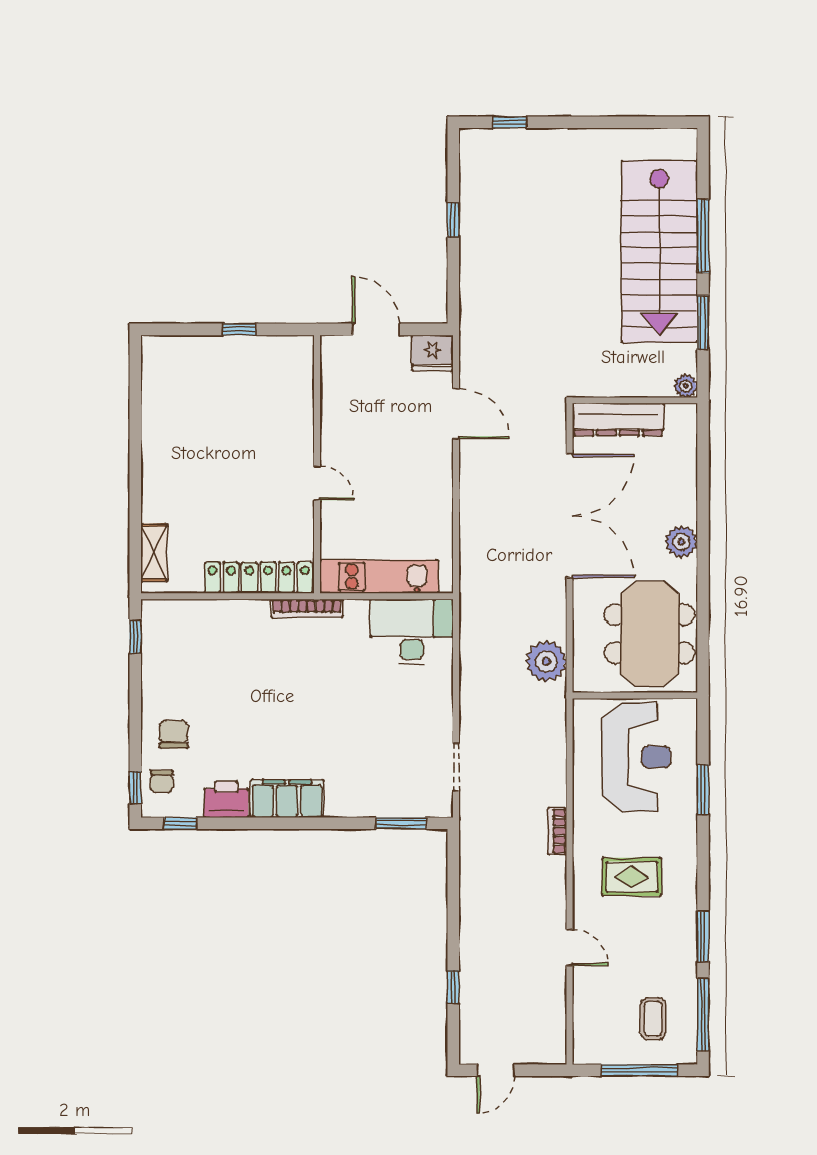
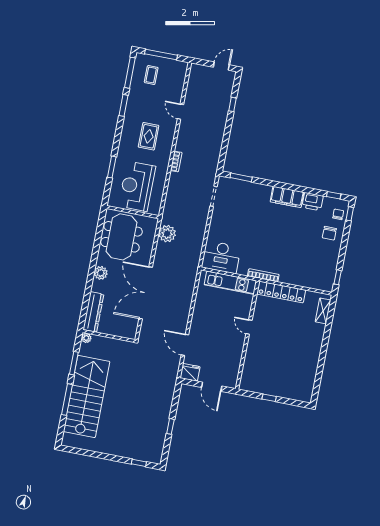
dresser: (618, 419) -> (93, 312), moved, turned 90
rug: (632, 877) -> (149, 136), turned 90

